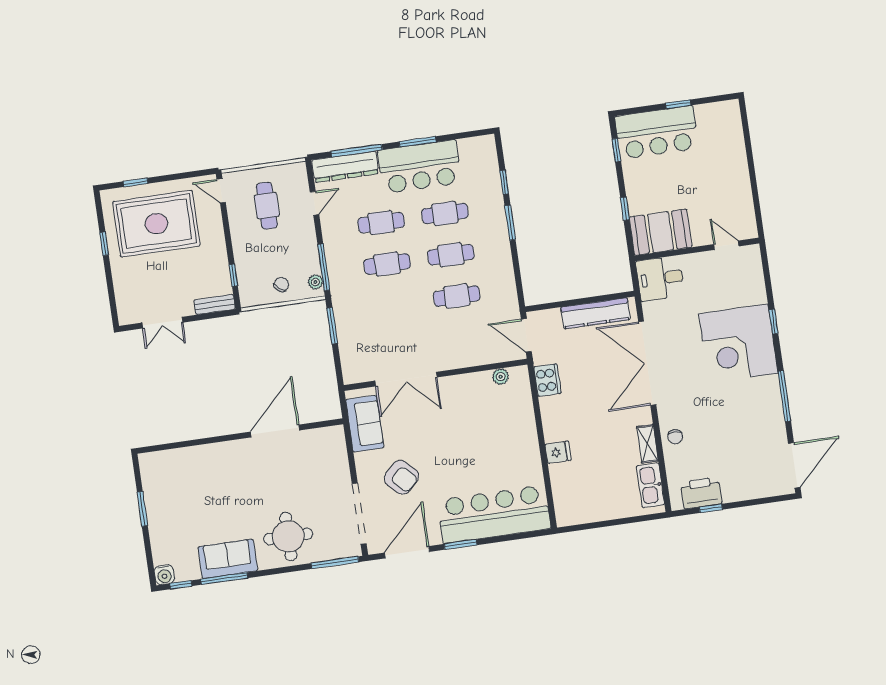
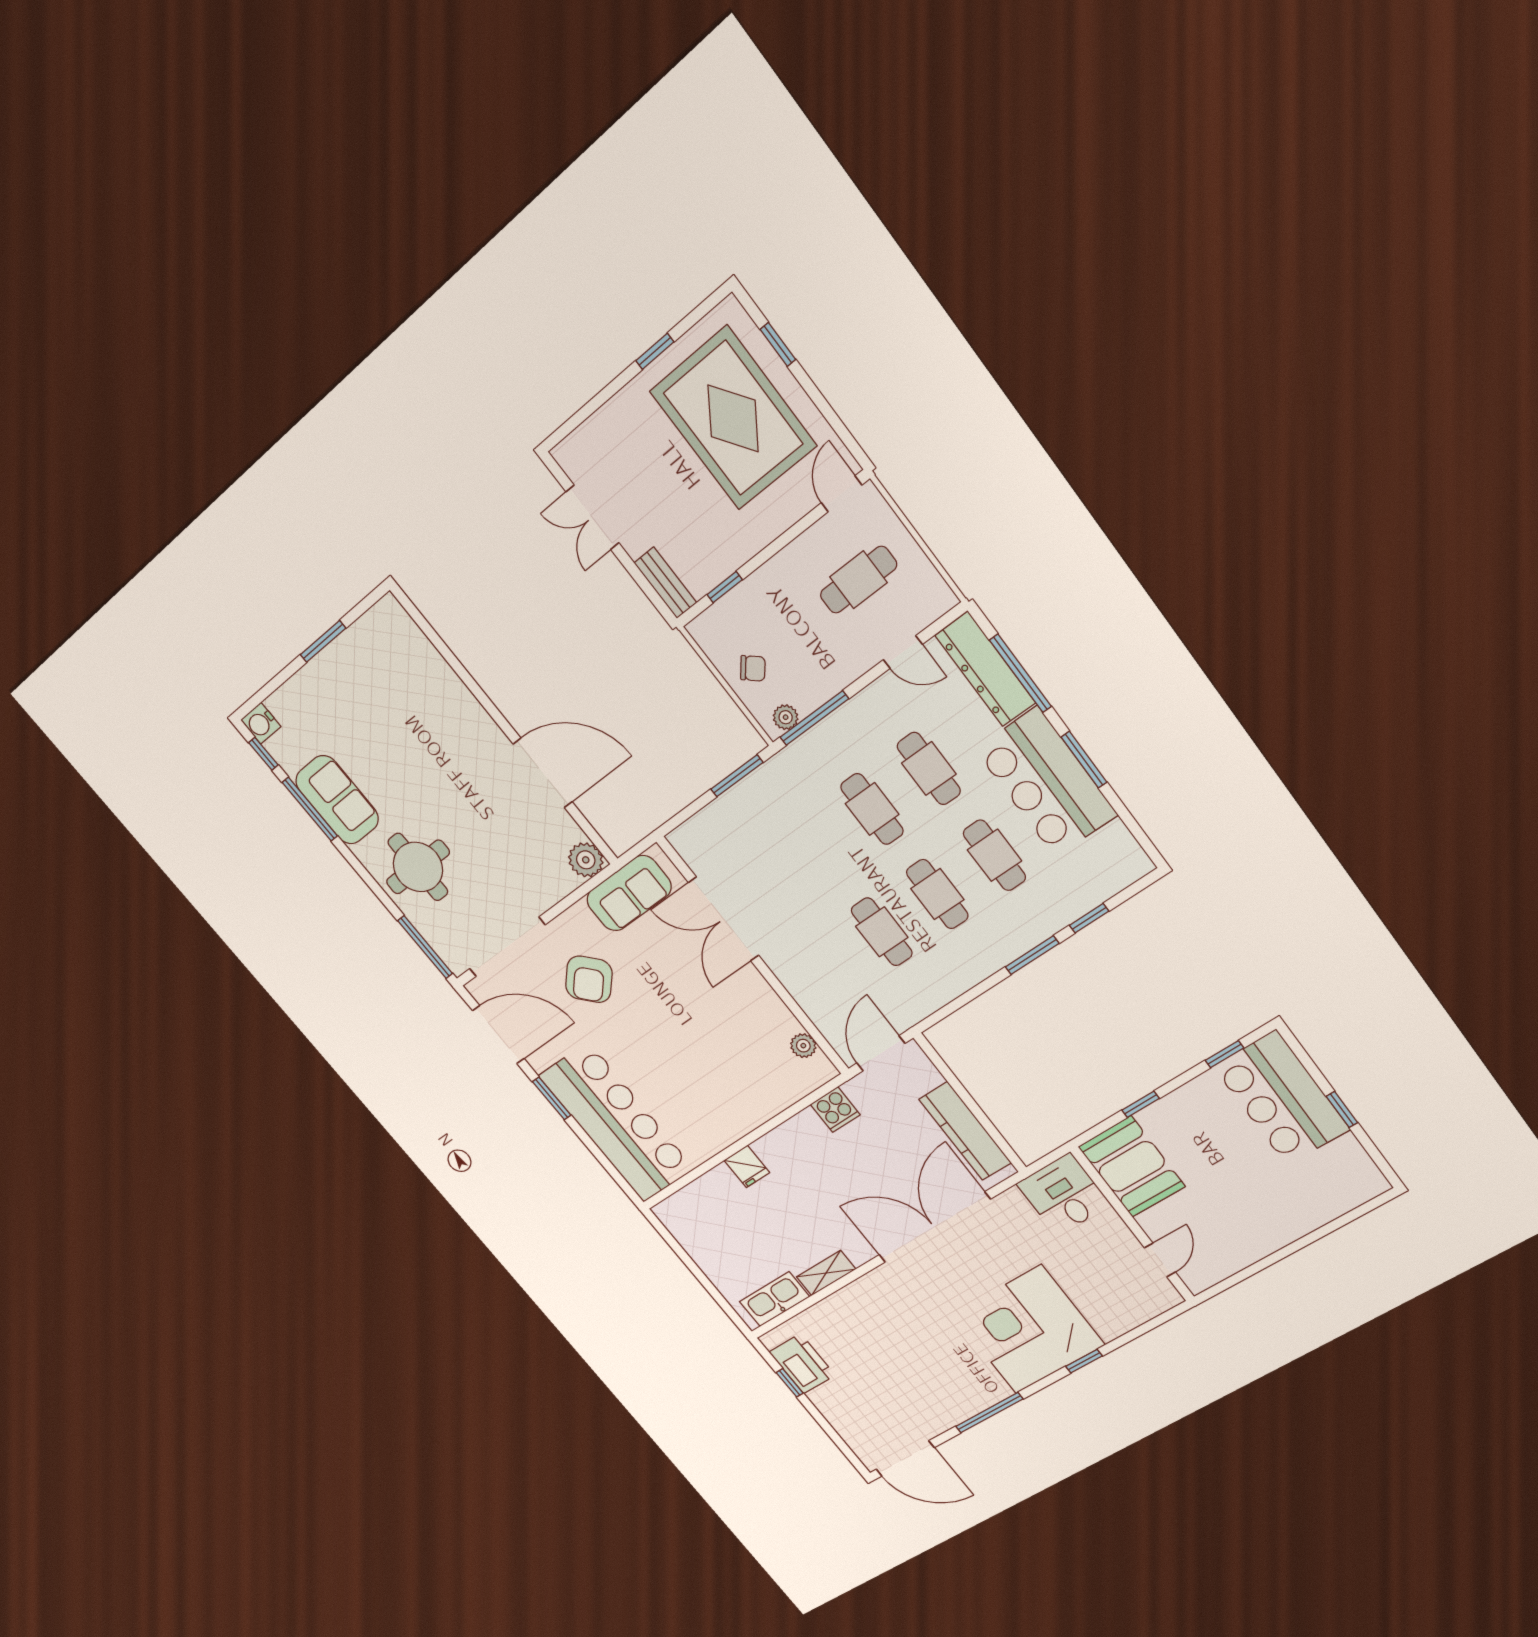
cooker: (547, 380) -> (835, 1110), width x0.73
plant: (334, 437) -> (586, 860), added
chair: (675, 437) -> (856, 1303), removed

